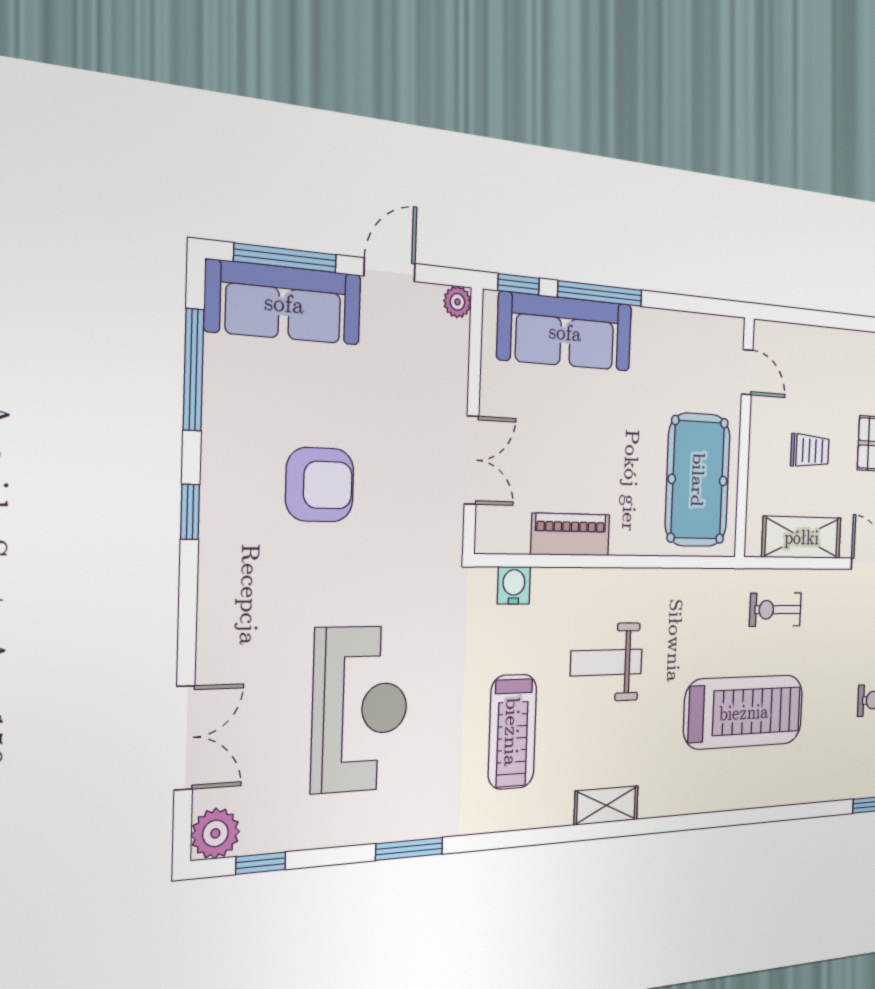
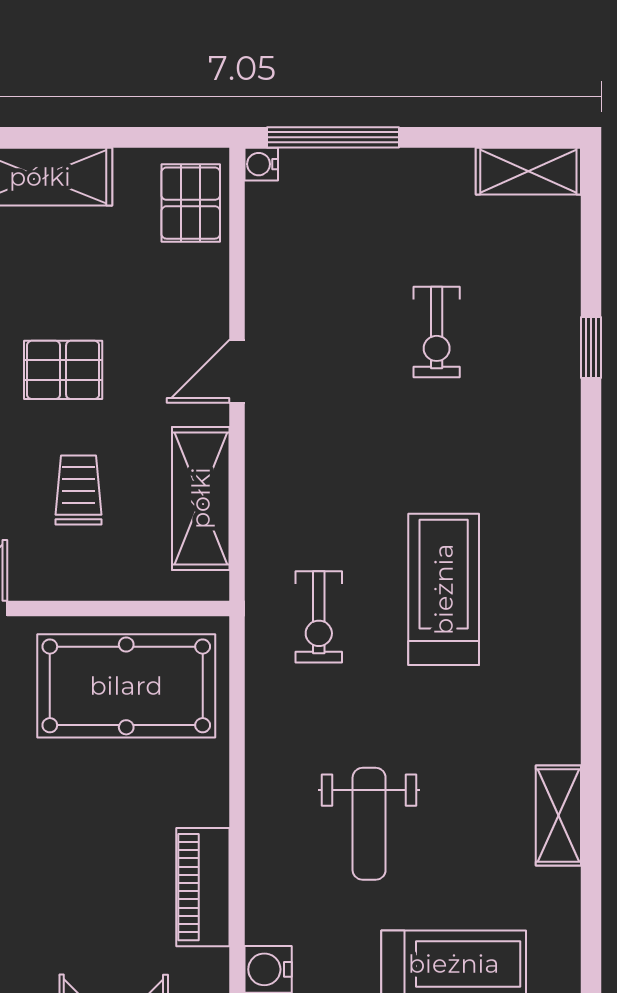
exercise bike: (775, 610) -> (319, 617), moved
treadmill: (744, 712) -> (444, 589), width x0.73, depth x0.73

